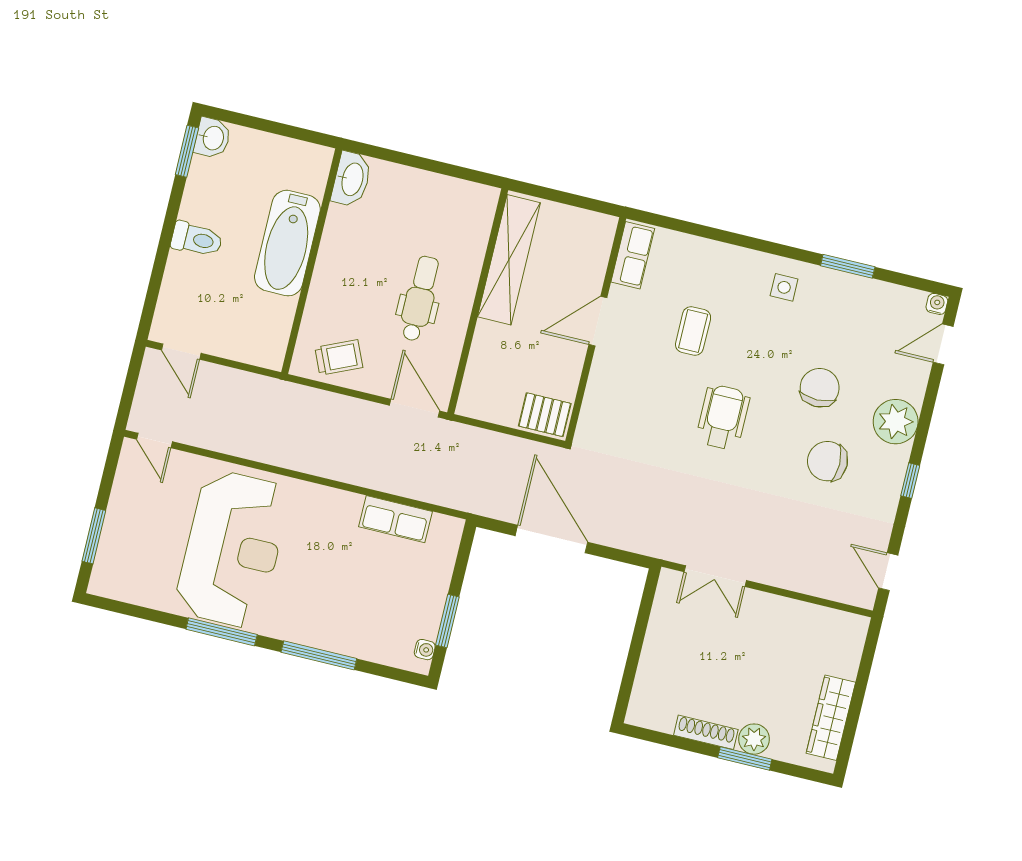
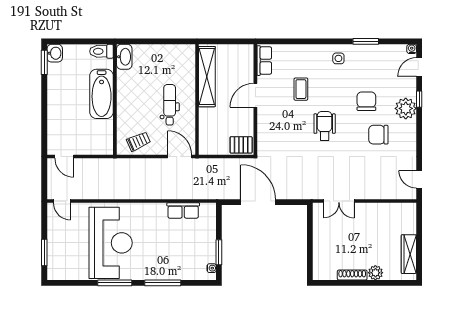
toilet: (197, 239) -> (102, 51), moved, turned 180
window: (910, 481) -> (419, 99), moved
window: (745, 758) -> (373, 283), removed

